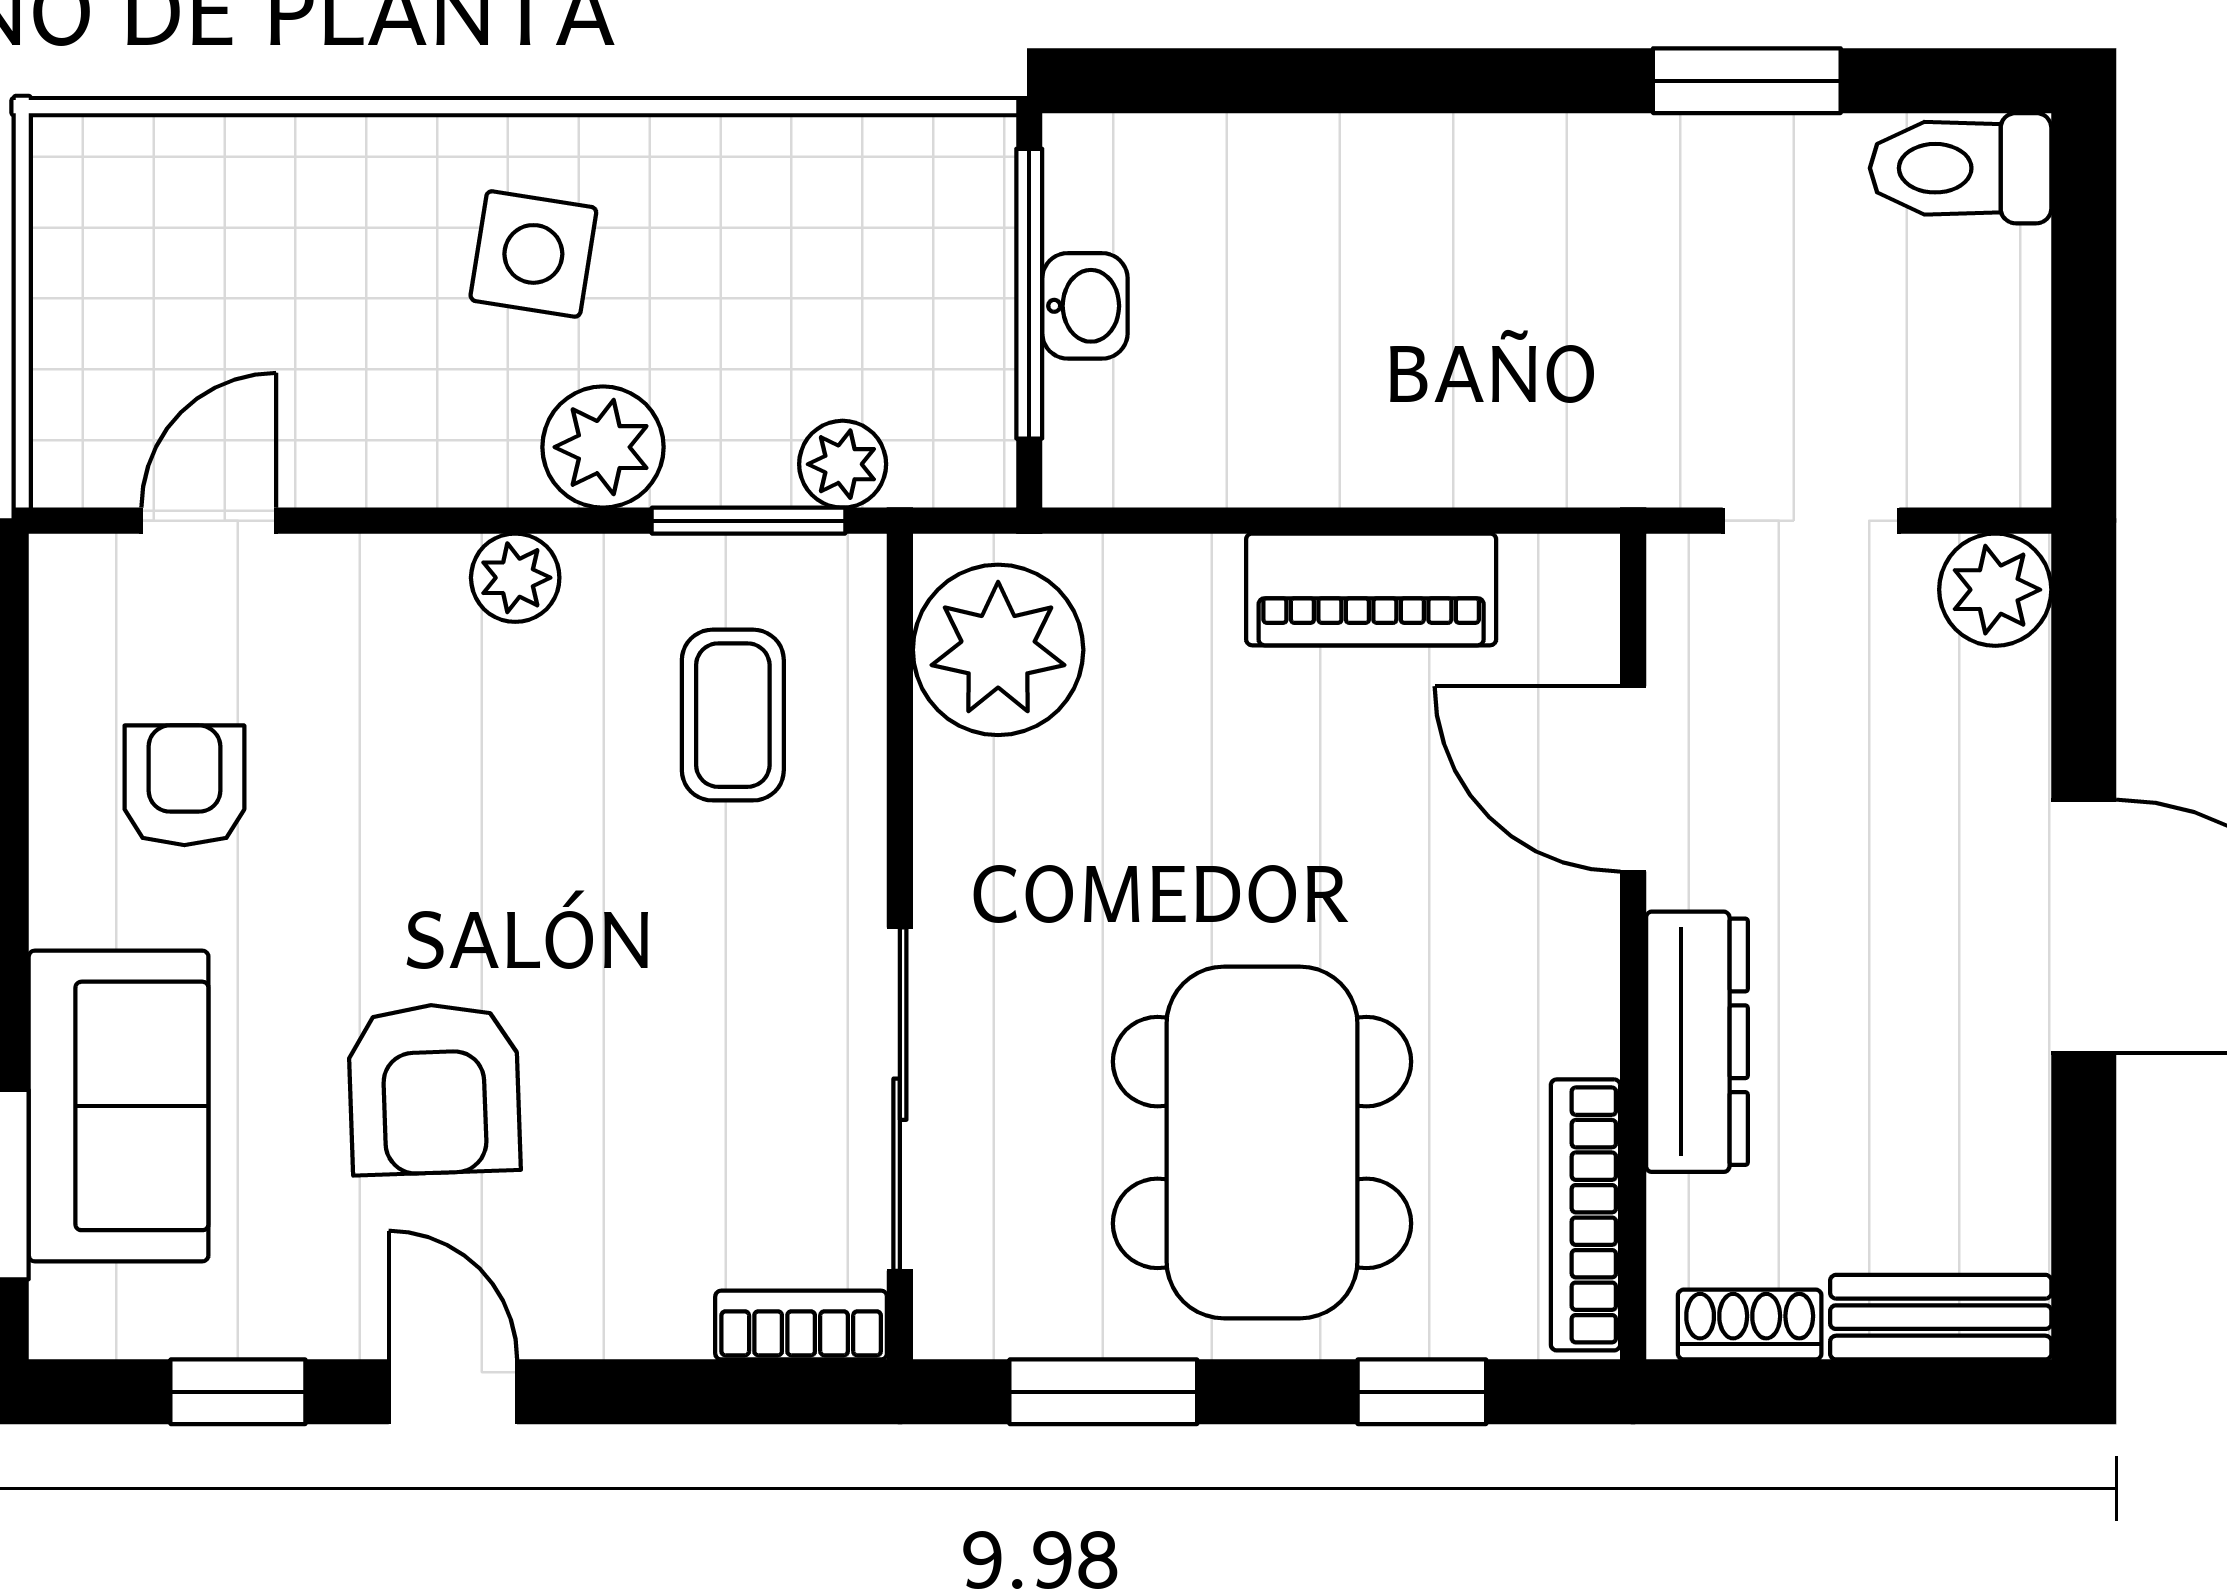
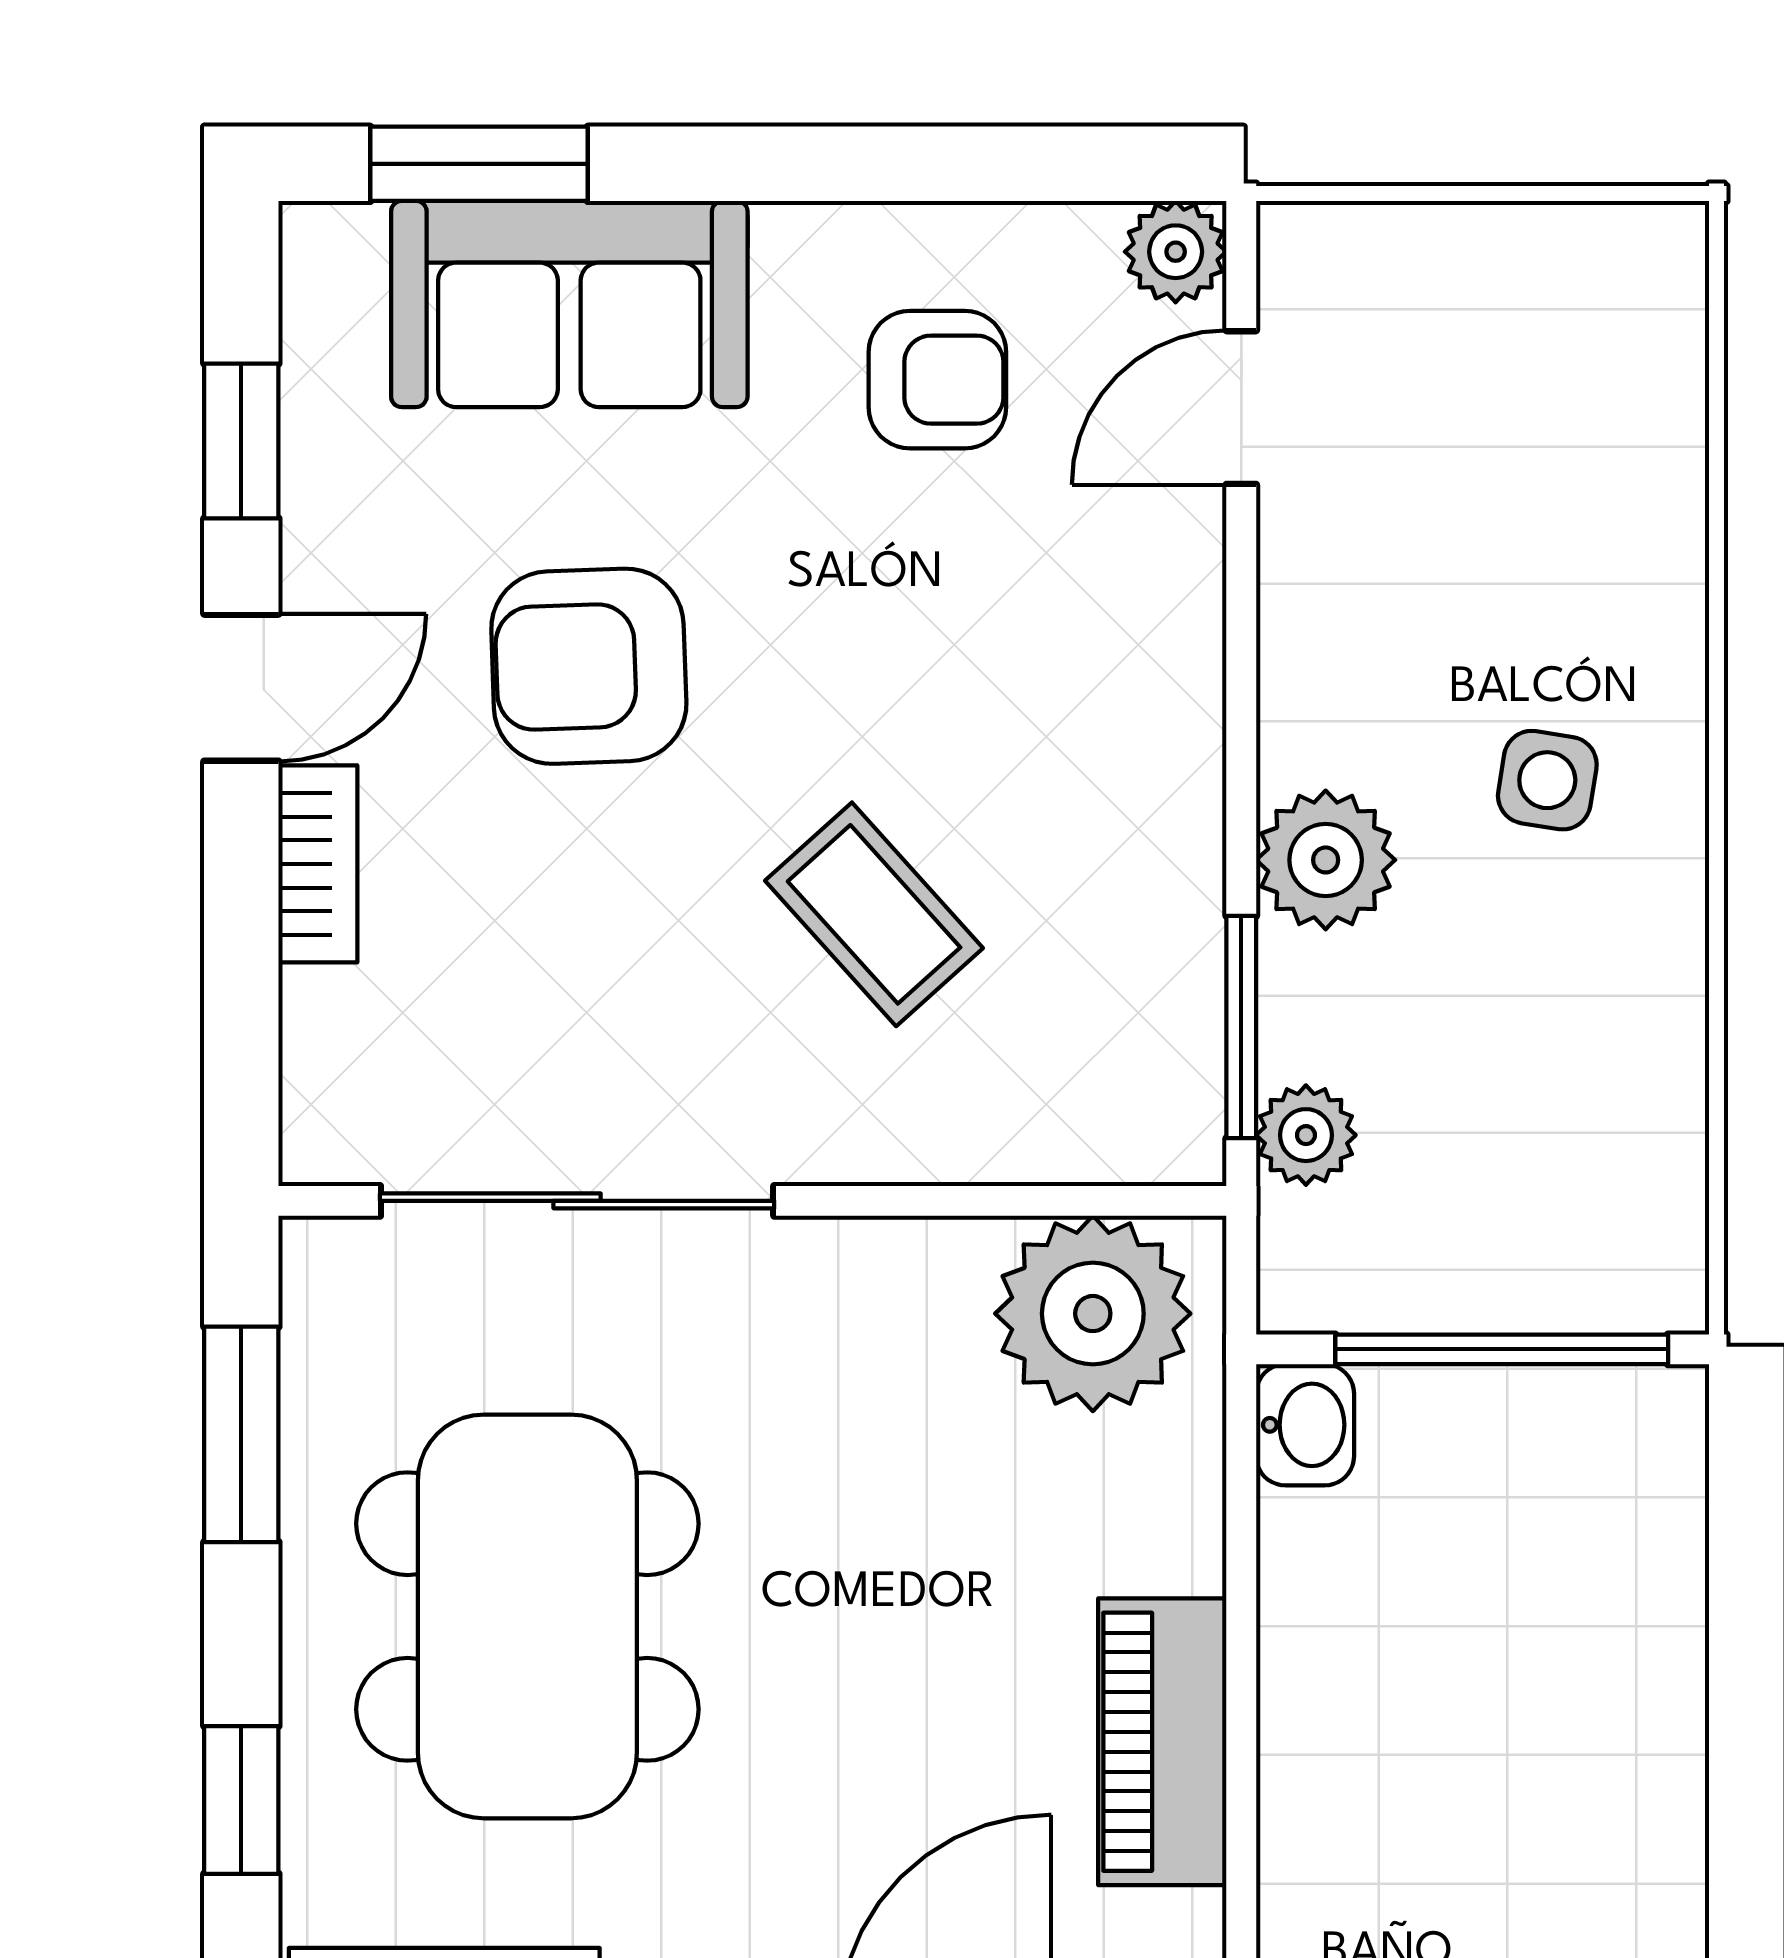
side table: (533, 254) -> (1547, 780), width x0.73, depth x0.73
washbasin: (1085, 306) -> (1305, 1425), moved, turned -90
door: (209, 521) -> (1241, 408), swing flipped
plant: (515, 578) -> (1176, 252), moved
coffee table: (733, 715) -> (874, 914), moved, turned 48
dining table: (1262, 1142) -> (527, 1616), turned 90
bookcase: (801, 1325) -> (318, 864), moved

